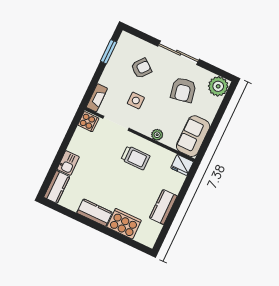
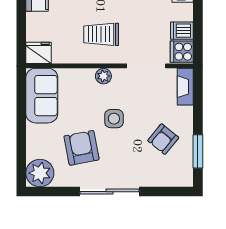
armchair: (141, 68) -> (163, 139), moved
side table: (136, 100) -> (114, 119), moved
dishwasher: (82, 135) -> (182, 31), added
plant: (157, 135) -> (103, 76), moved

